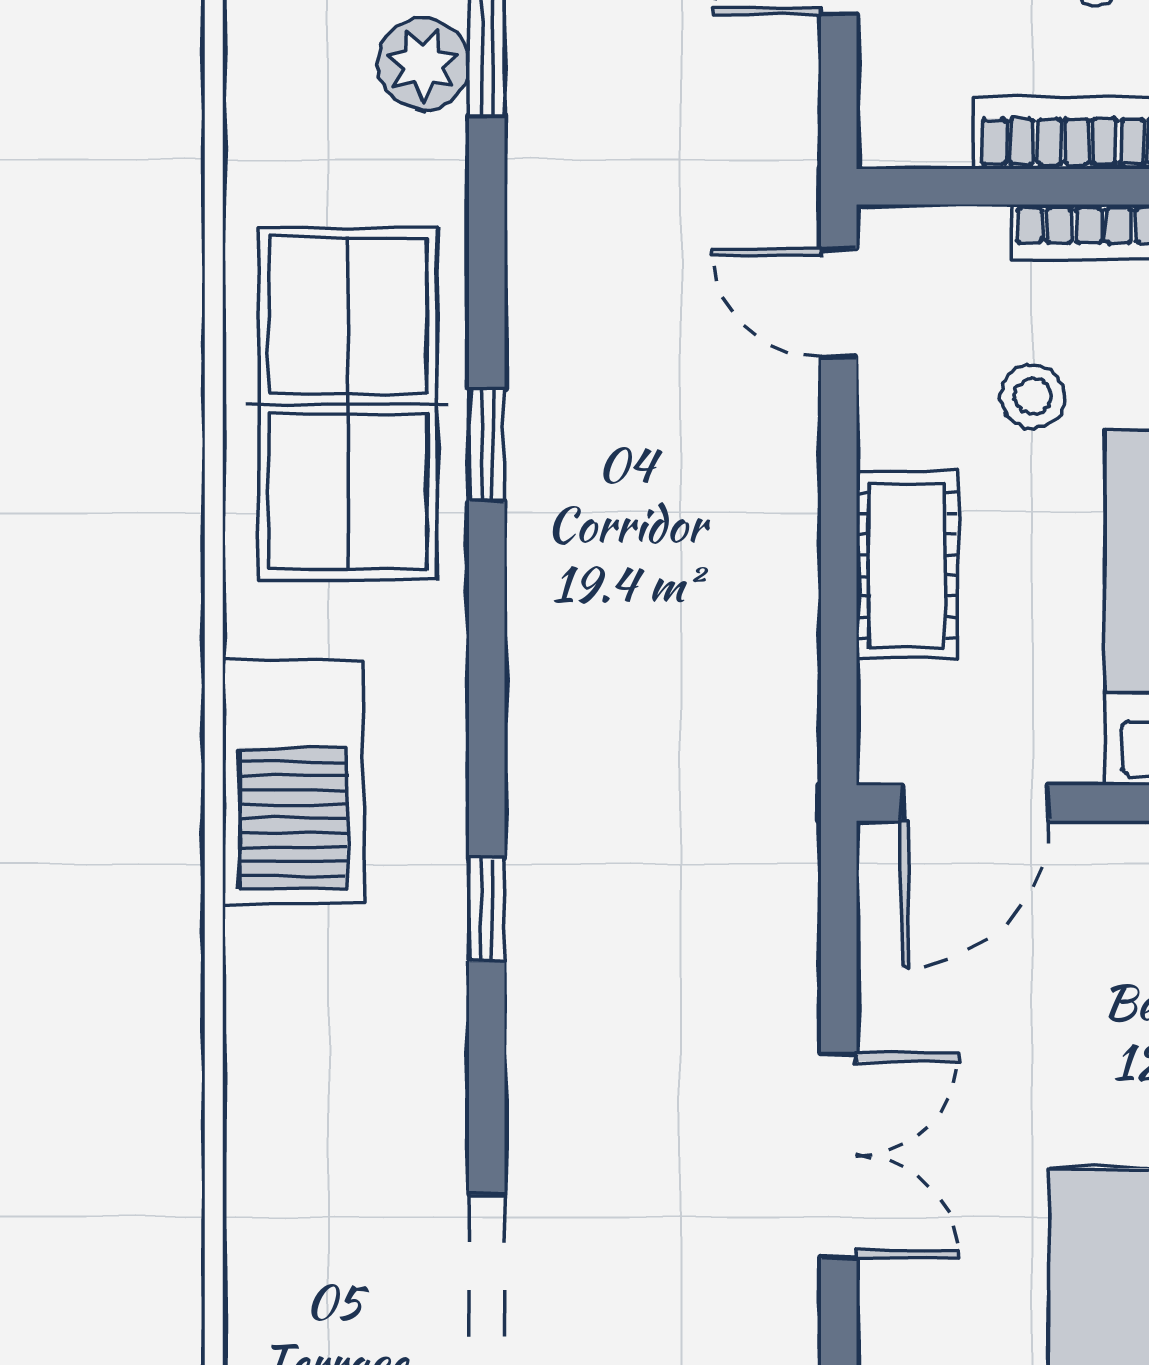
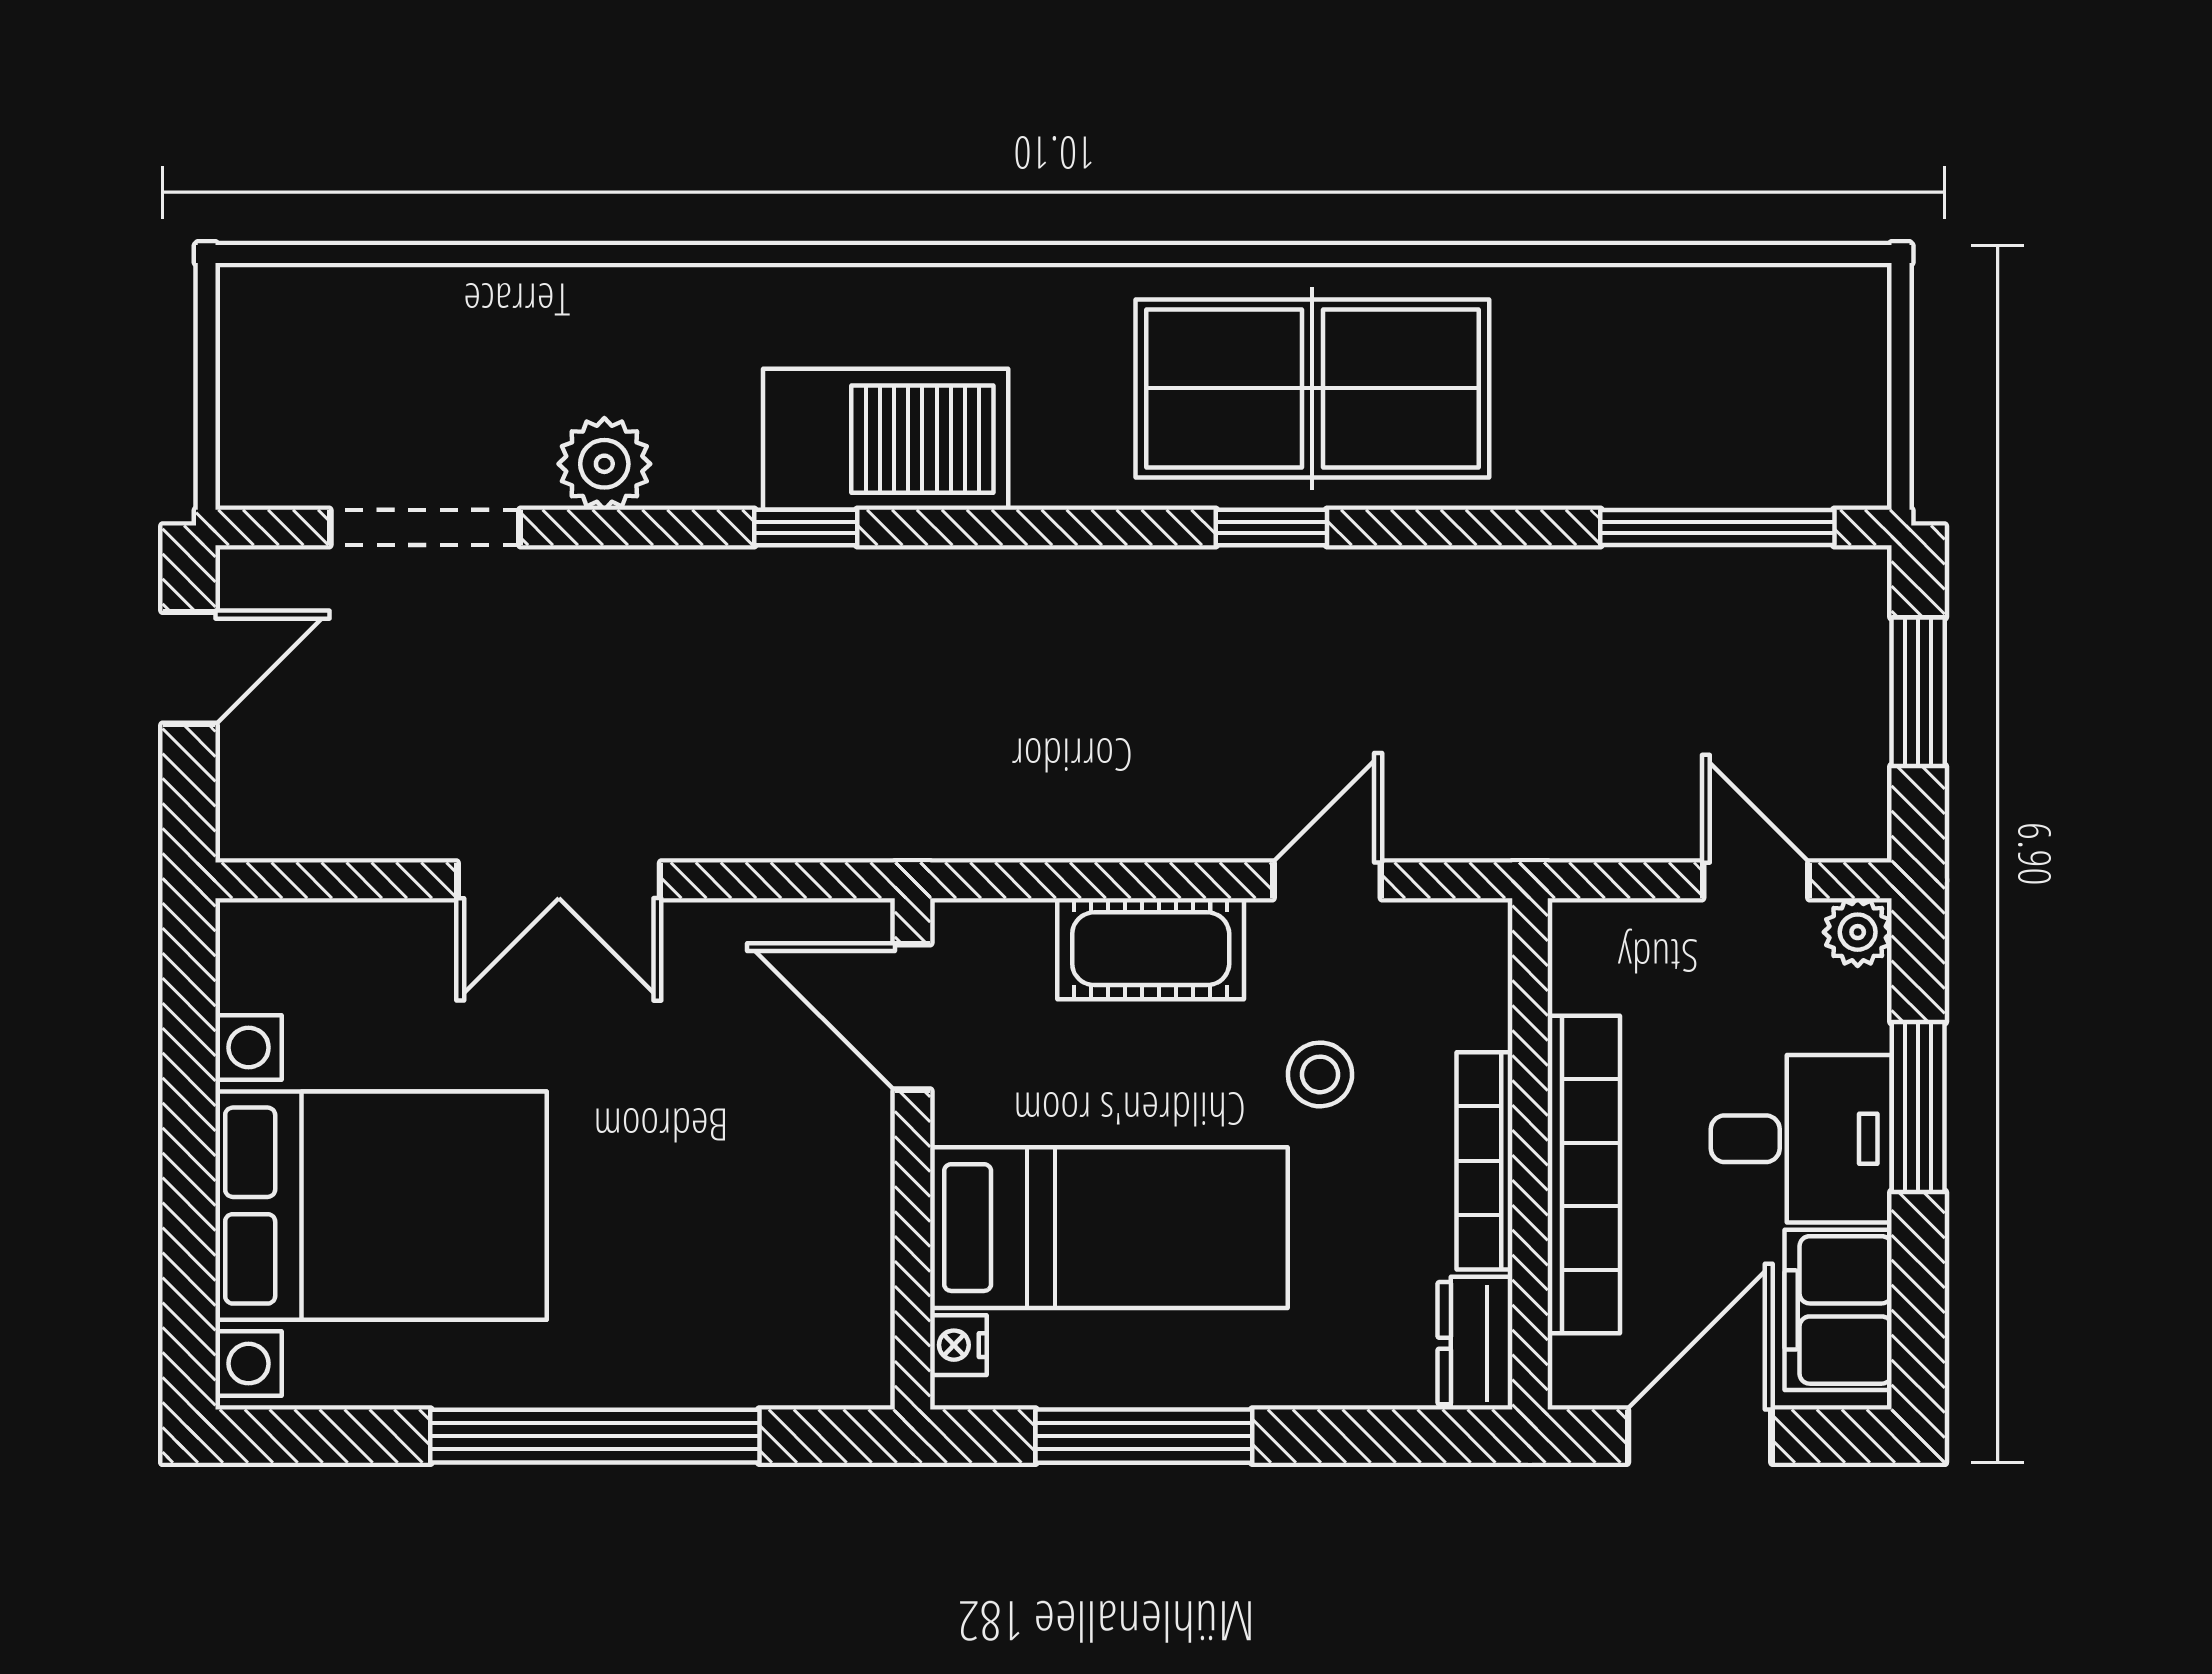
plant: (423, 64) -> (604, 464), moved
door: (839, 303) -> (1327, 880), moved
barbecue: (293, 782) -> (886, 439), moved, turned 180

